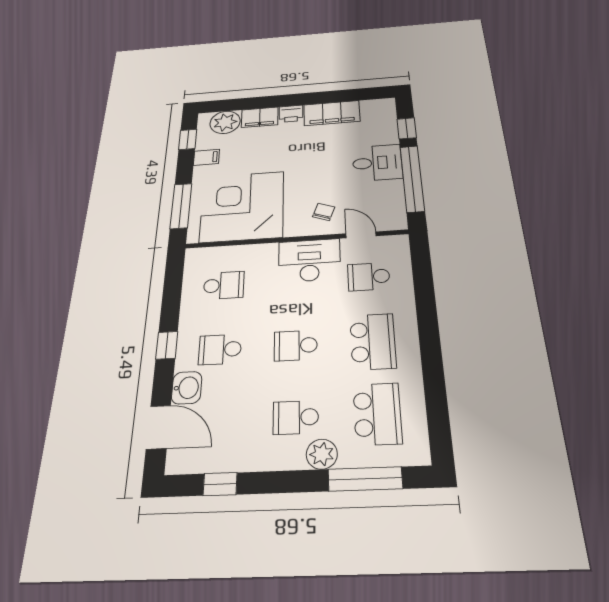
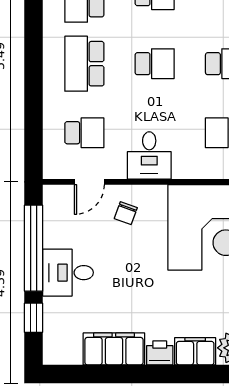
door: (361, 235) -> (89, 182), hinge flipped
desk: (309, 260) -> (149, 155), width x0.73

